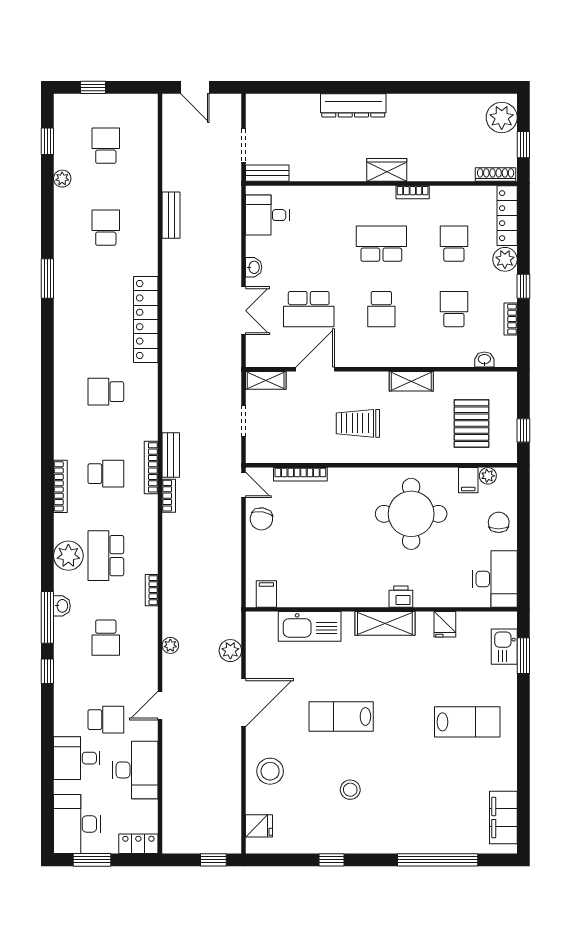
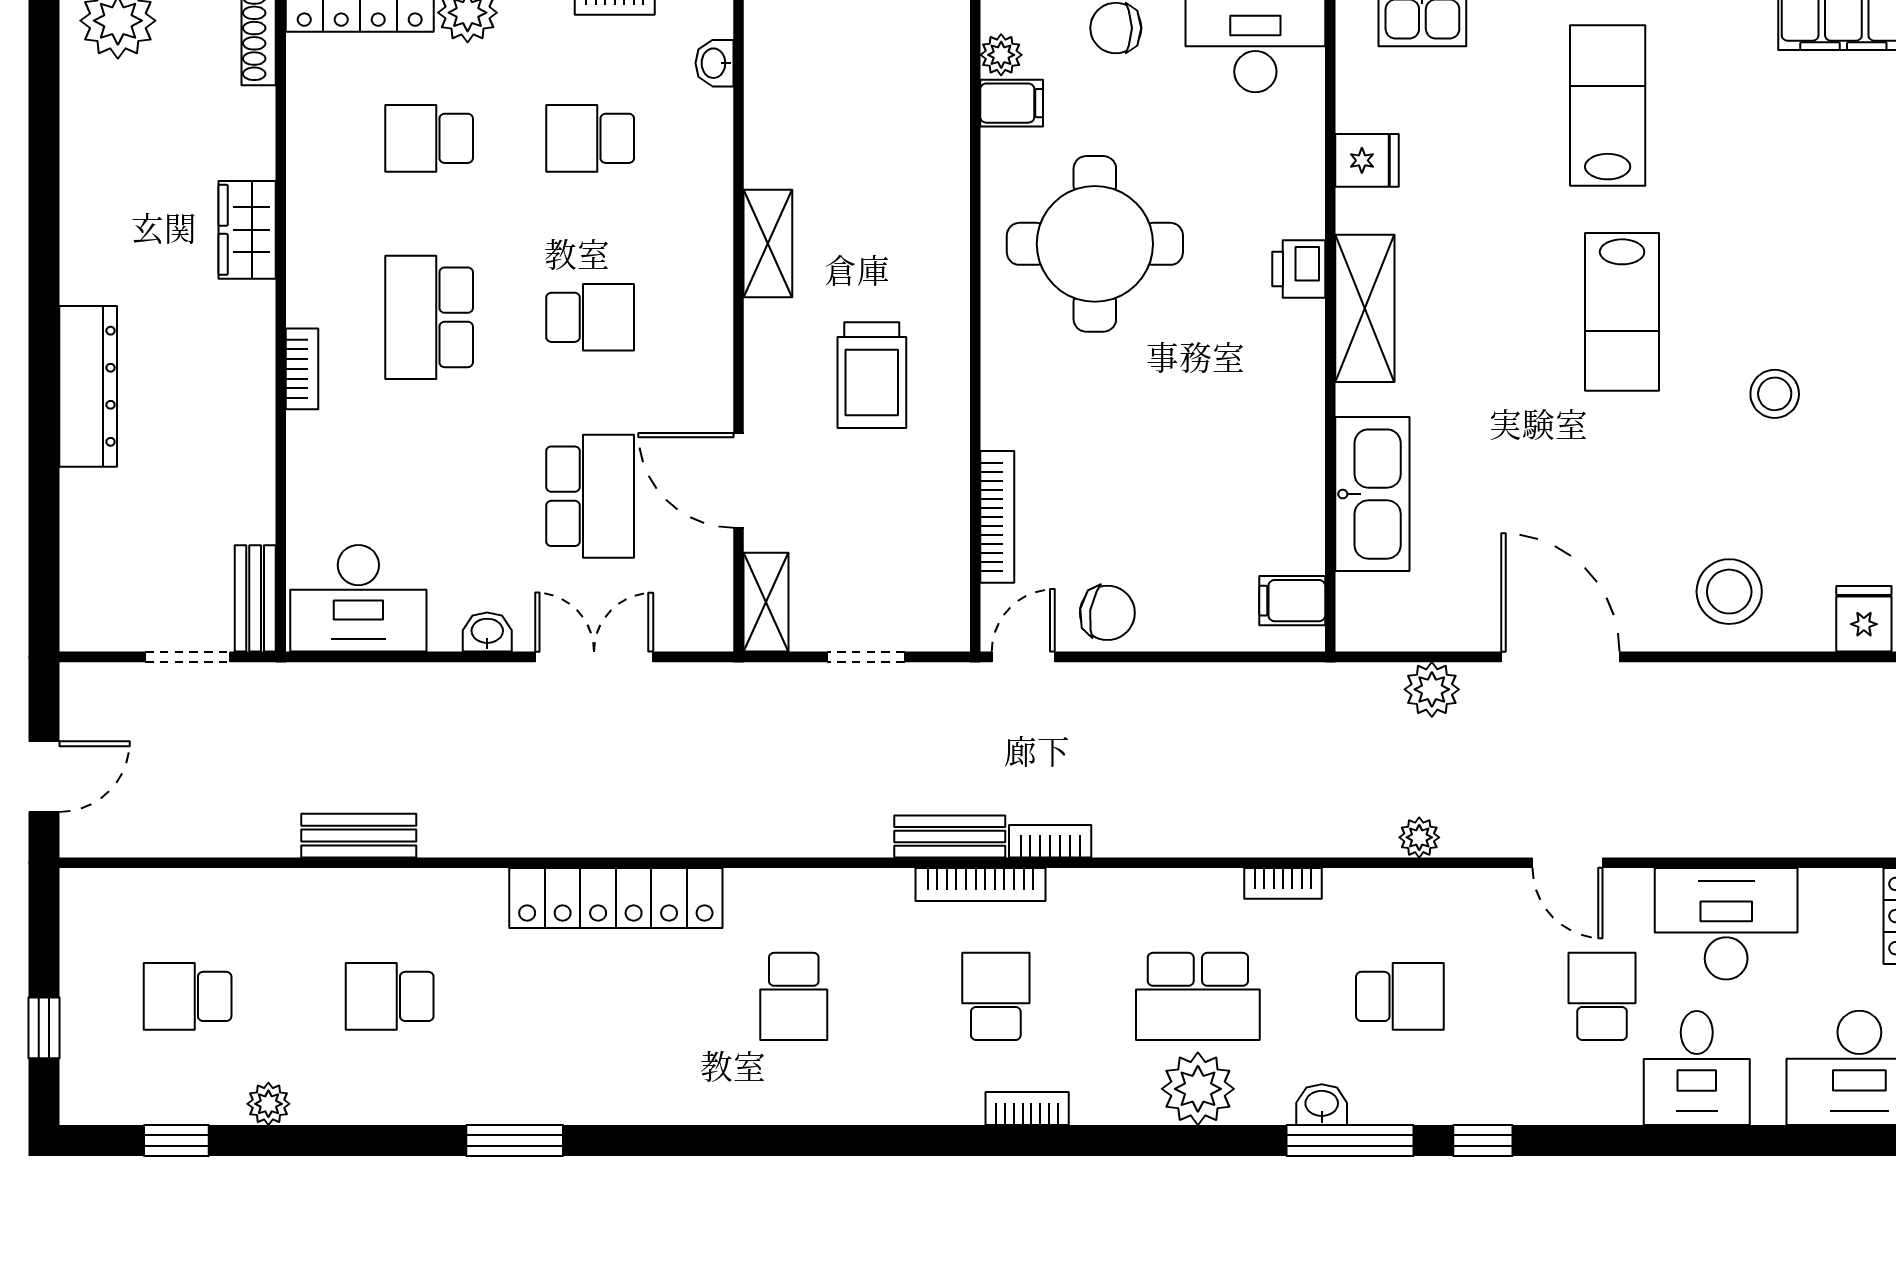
wardrobe: (387, 170) -> (247, 230), moved
bookcase: (413, 192) -> (302, 369), moved
desk: (267, 215) -> (358, 598), width x1.37
pallet: (472, 424) -> (872, 95), removed
bookcase: (60, 486) -> (1027, 1108), width x0.64
lab bench: (341, 716) -> (1622, 312), moved

